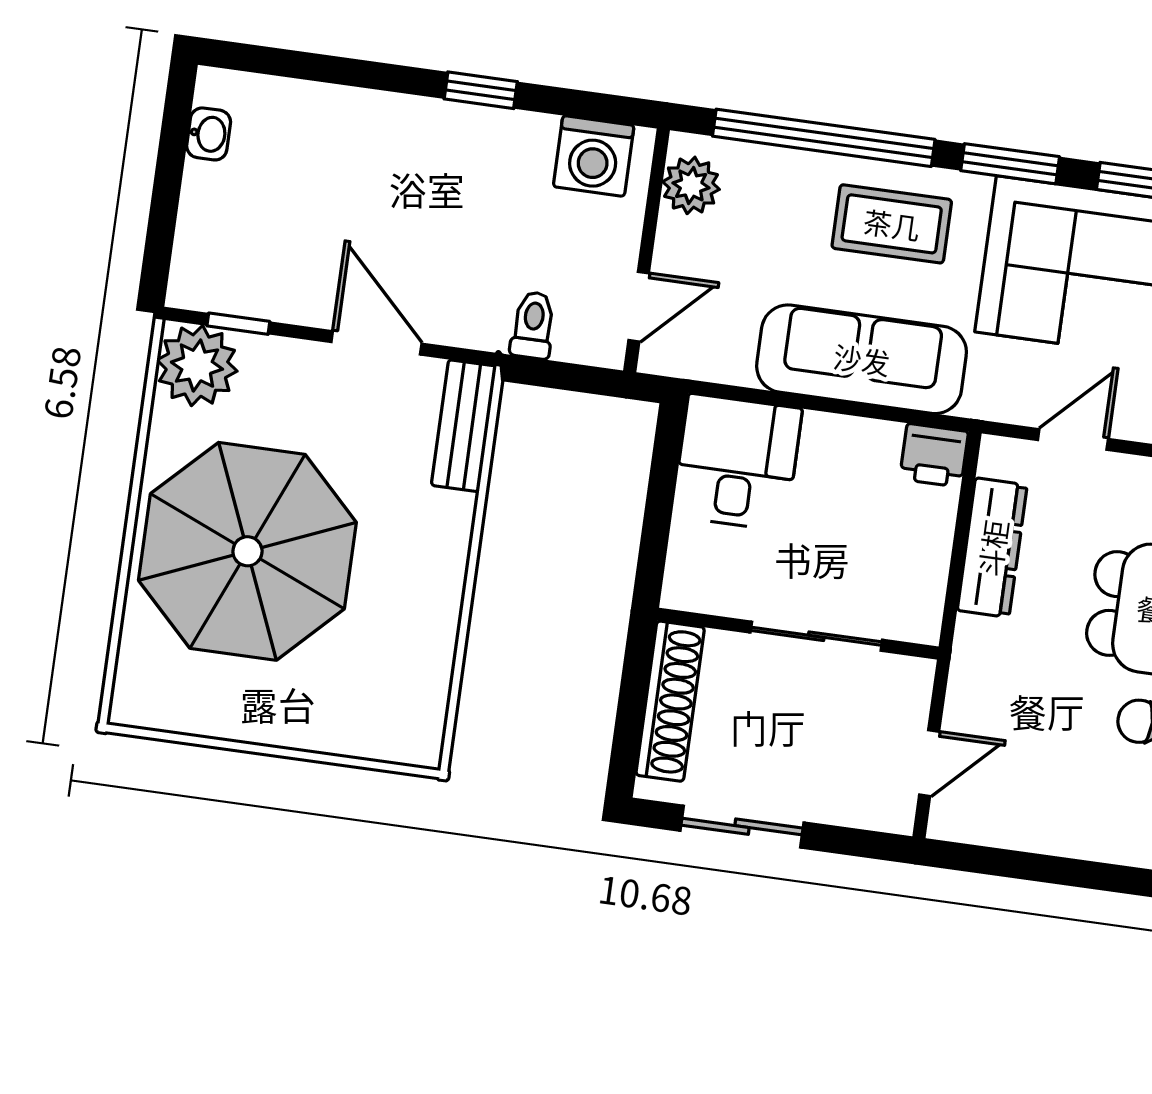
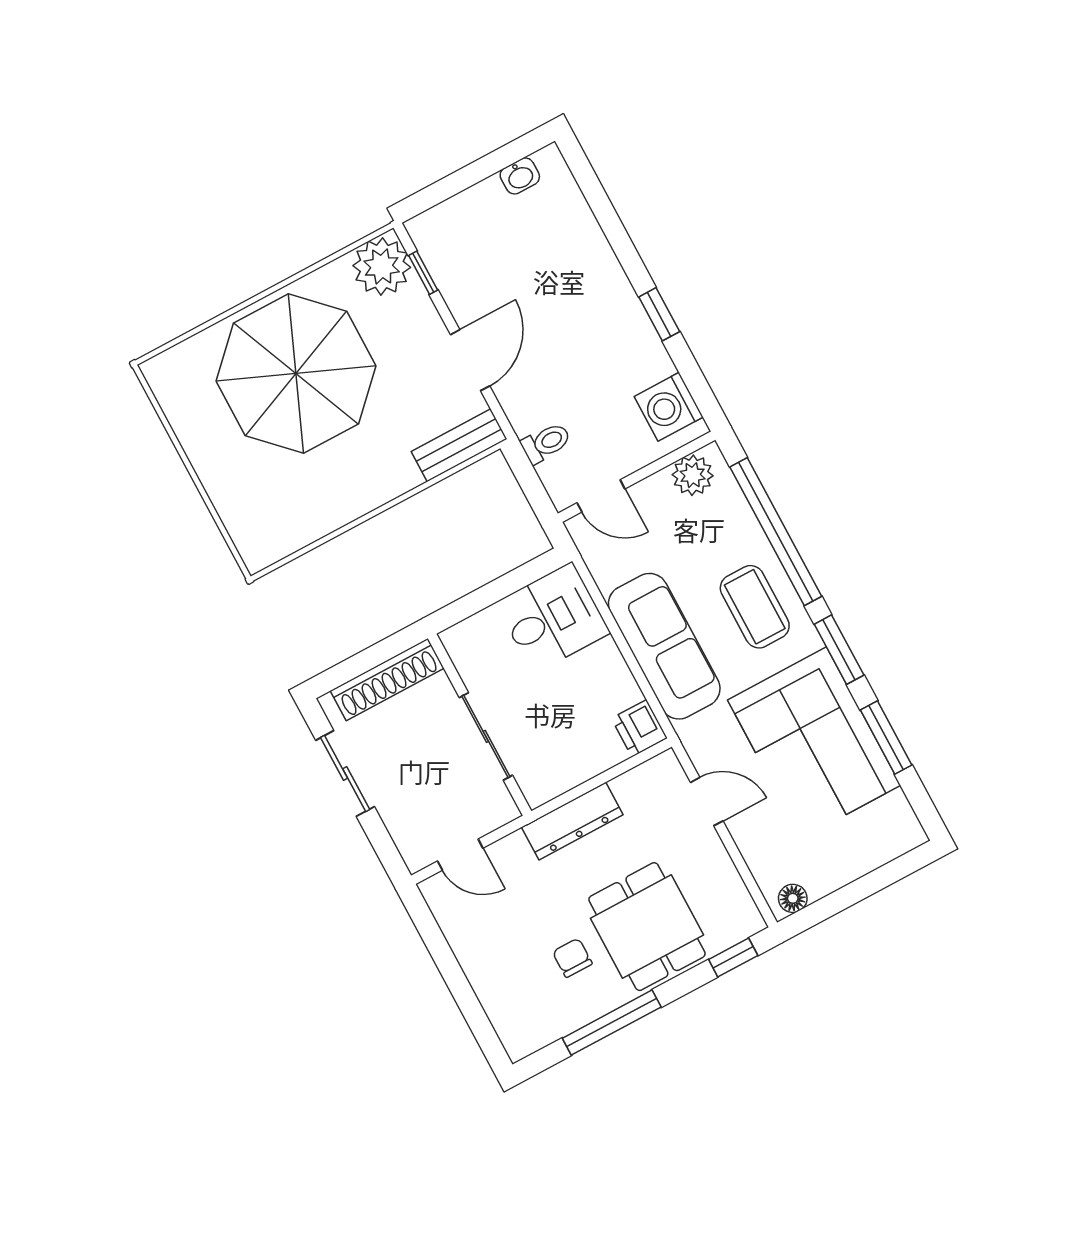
dresser: (992, 548) -> (572, 821), moved

